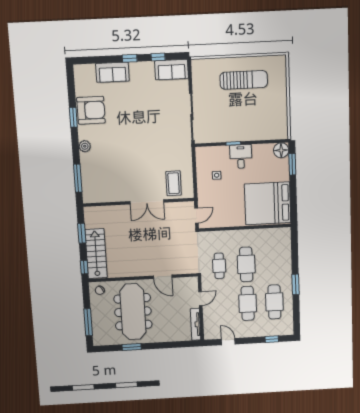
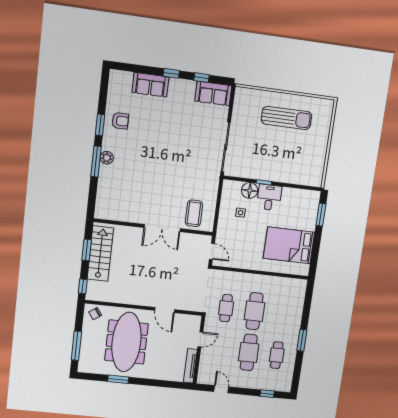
armchair: (91, 110) -> (120, 121), width x0.53, depth x0.53
floor lamp: (281, 150) -> (250, 190), moved
window: (78, 178) -> (96, 161), moved
bed: (268, 203) -> (289, 245), width x0.73
door: (197, 215) -> (212, 251), hinge flipped
stairs: (96, 254) -> (100, 254), moved
cafe table: (274, 302) -> (277, 355), width x0.73, depth x0.74

